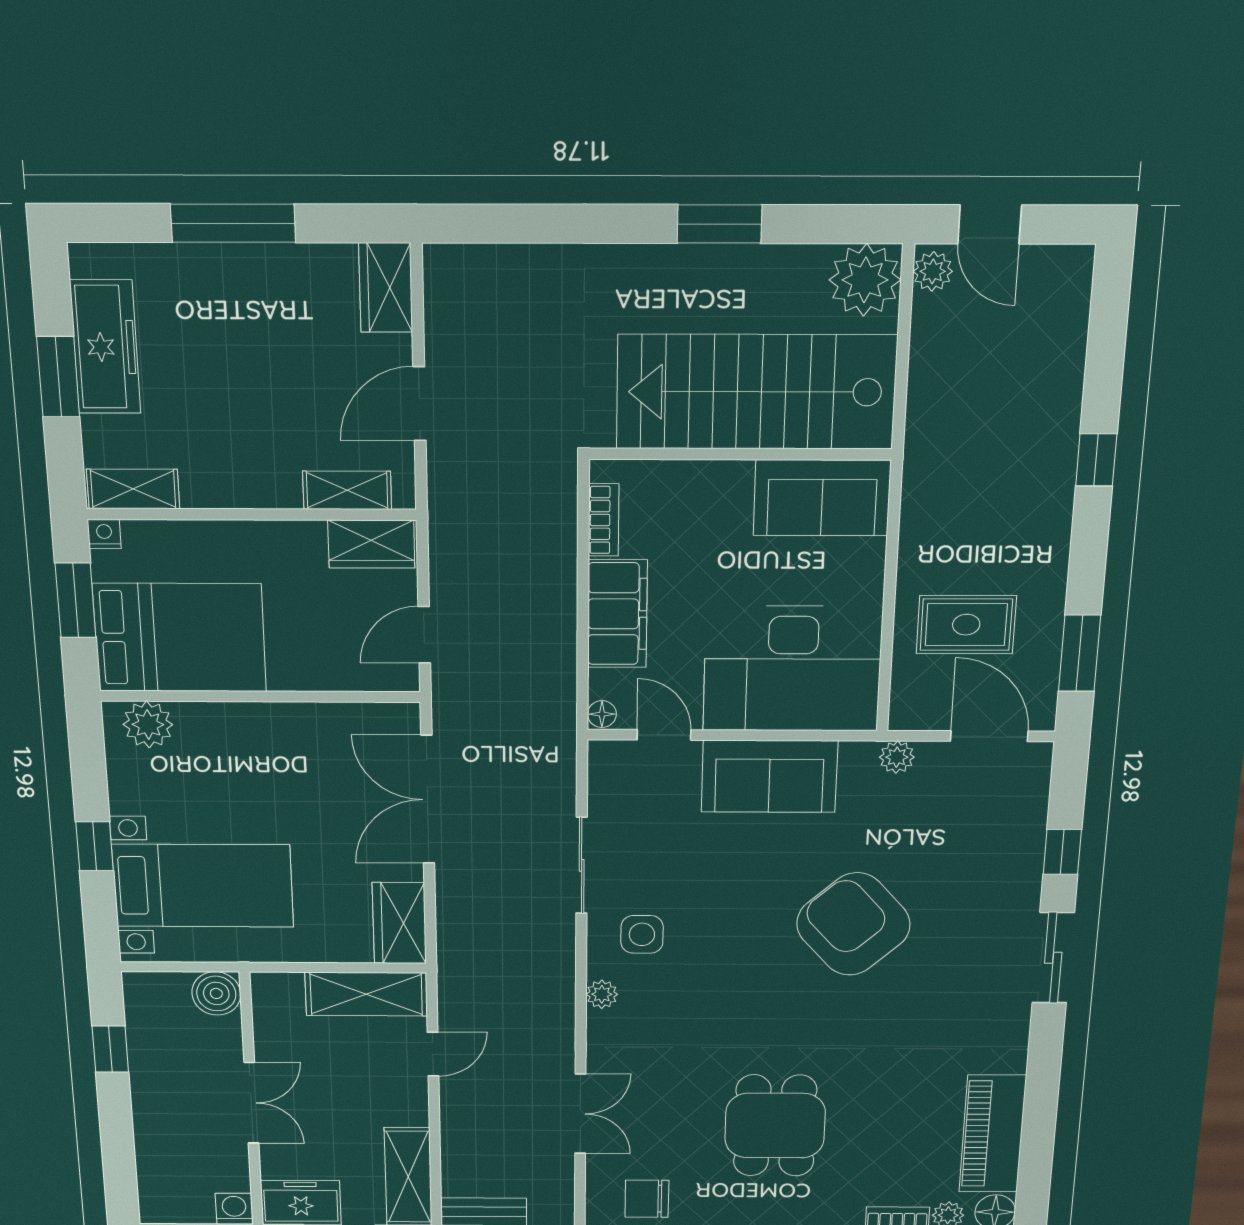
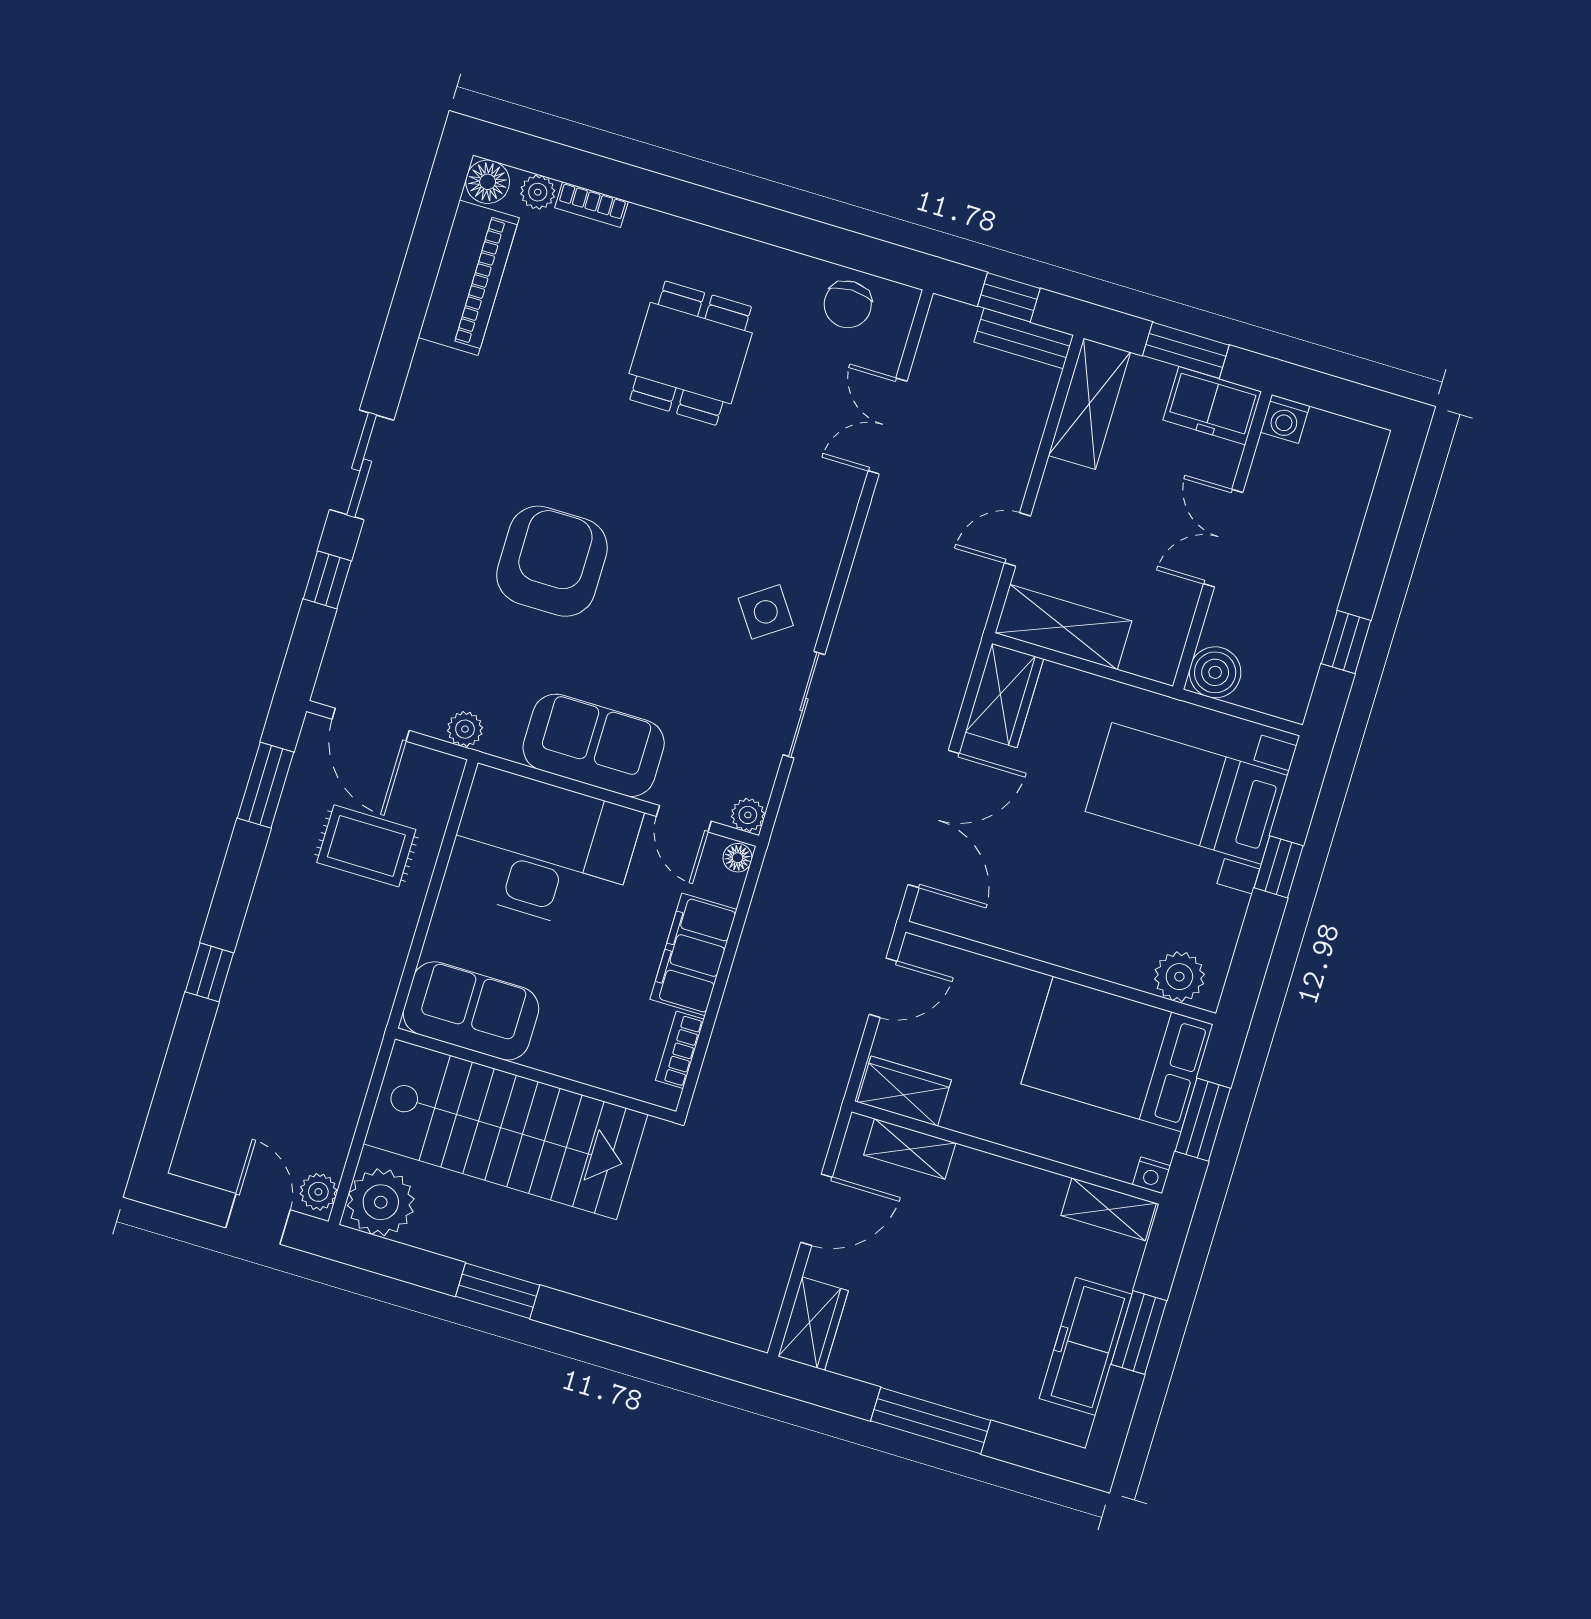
armchair: (853, 924) -> (552, 561), turned -138
side table: (642, 934) -> (766, 612), turned -35
plant: (602, 994) -> (748, 815), moved
chair: (647, 1199) -> (848, 304), turned 90

